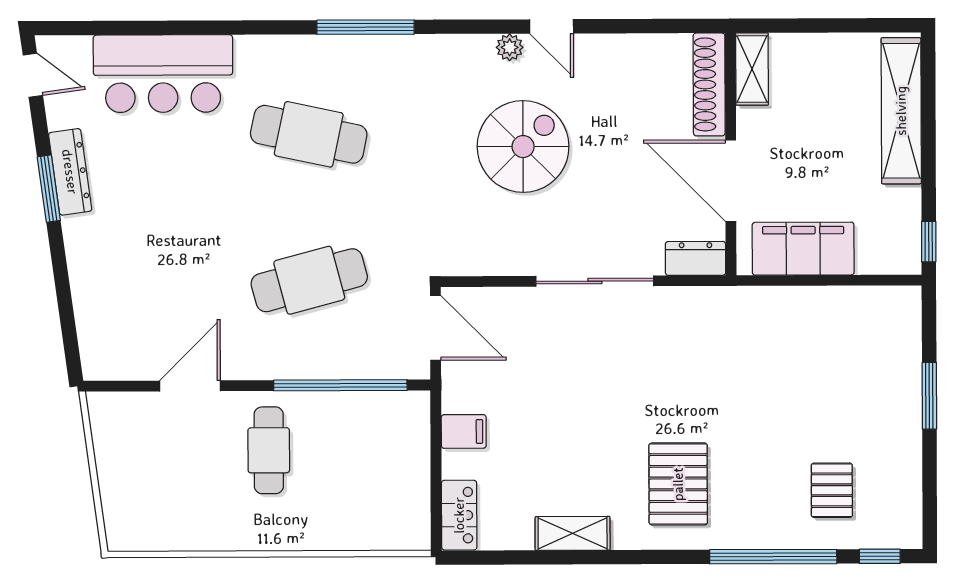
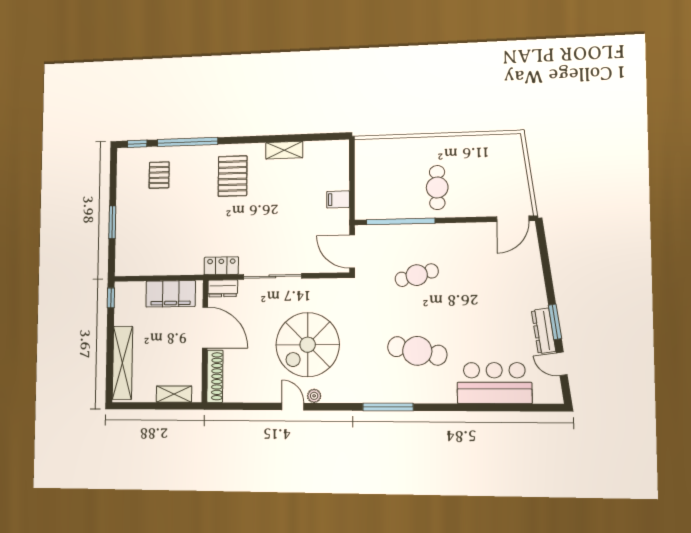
shelving: (752, 69) -> (174, 394), moved, turned 90
door: (33, 75) -> (562, 364), moved
spiral stairs: (523, 147) -> (308, 345), width x1.37, depth x1.37
cafe table: (309, 280) -> (417, 275), width x0.73, depth x0.74
door: (190, 386) -> (513, 219), moved
locker: (459, 515) -> (221, 266), moved, turned 90

